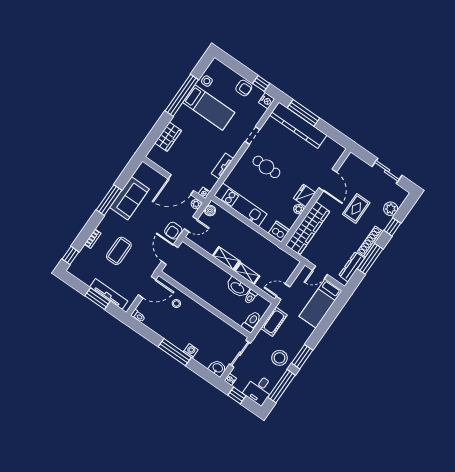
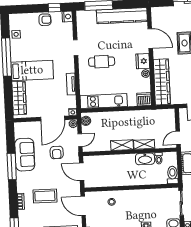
bed: (209, 108) -> (32, 70), moved
kitchen counter: (298, 125) -> (122, 16), moved
wardrobe: (168, 137) -> (19, 98), width x1.50
armchair: (173, 231) -> (57, 152), moved
coffee table: (119, 251) -> (45, 196), turned 90
door: (147, 287) -> (83, 206), swing flipped

